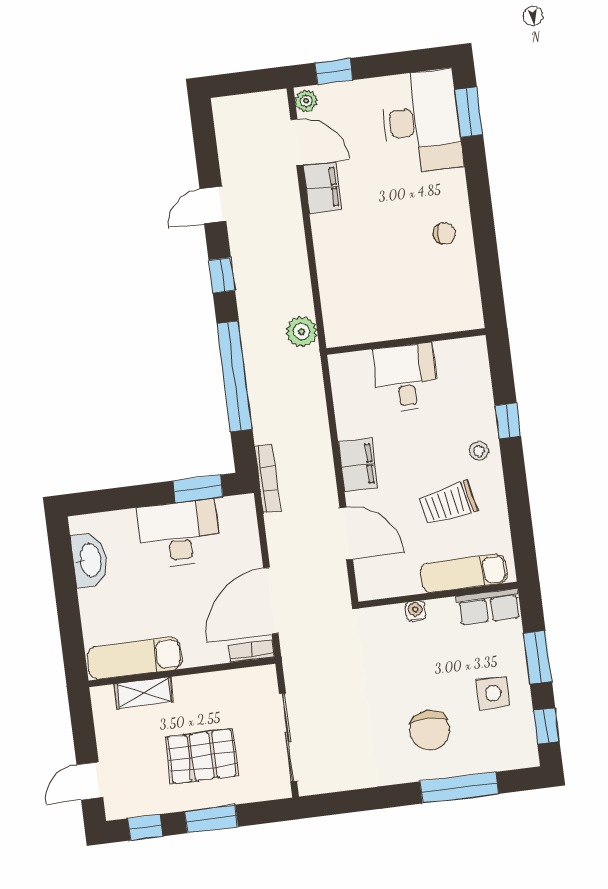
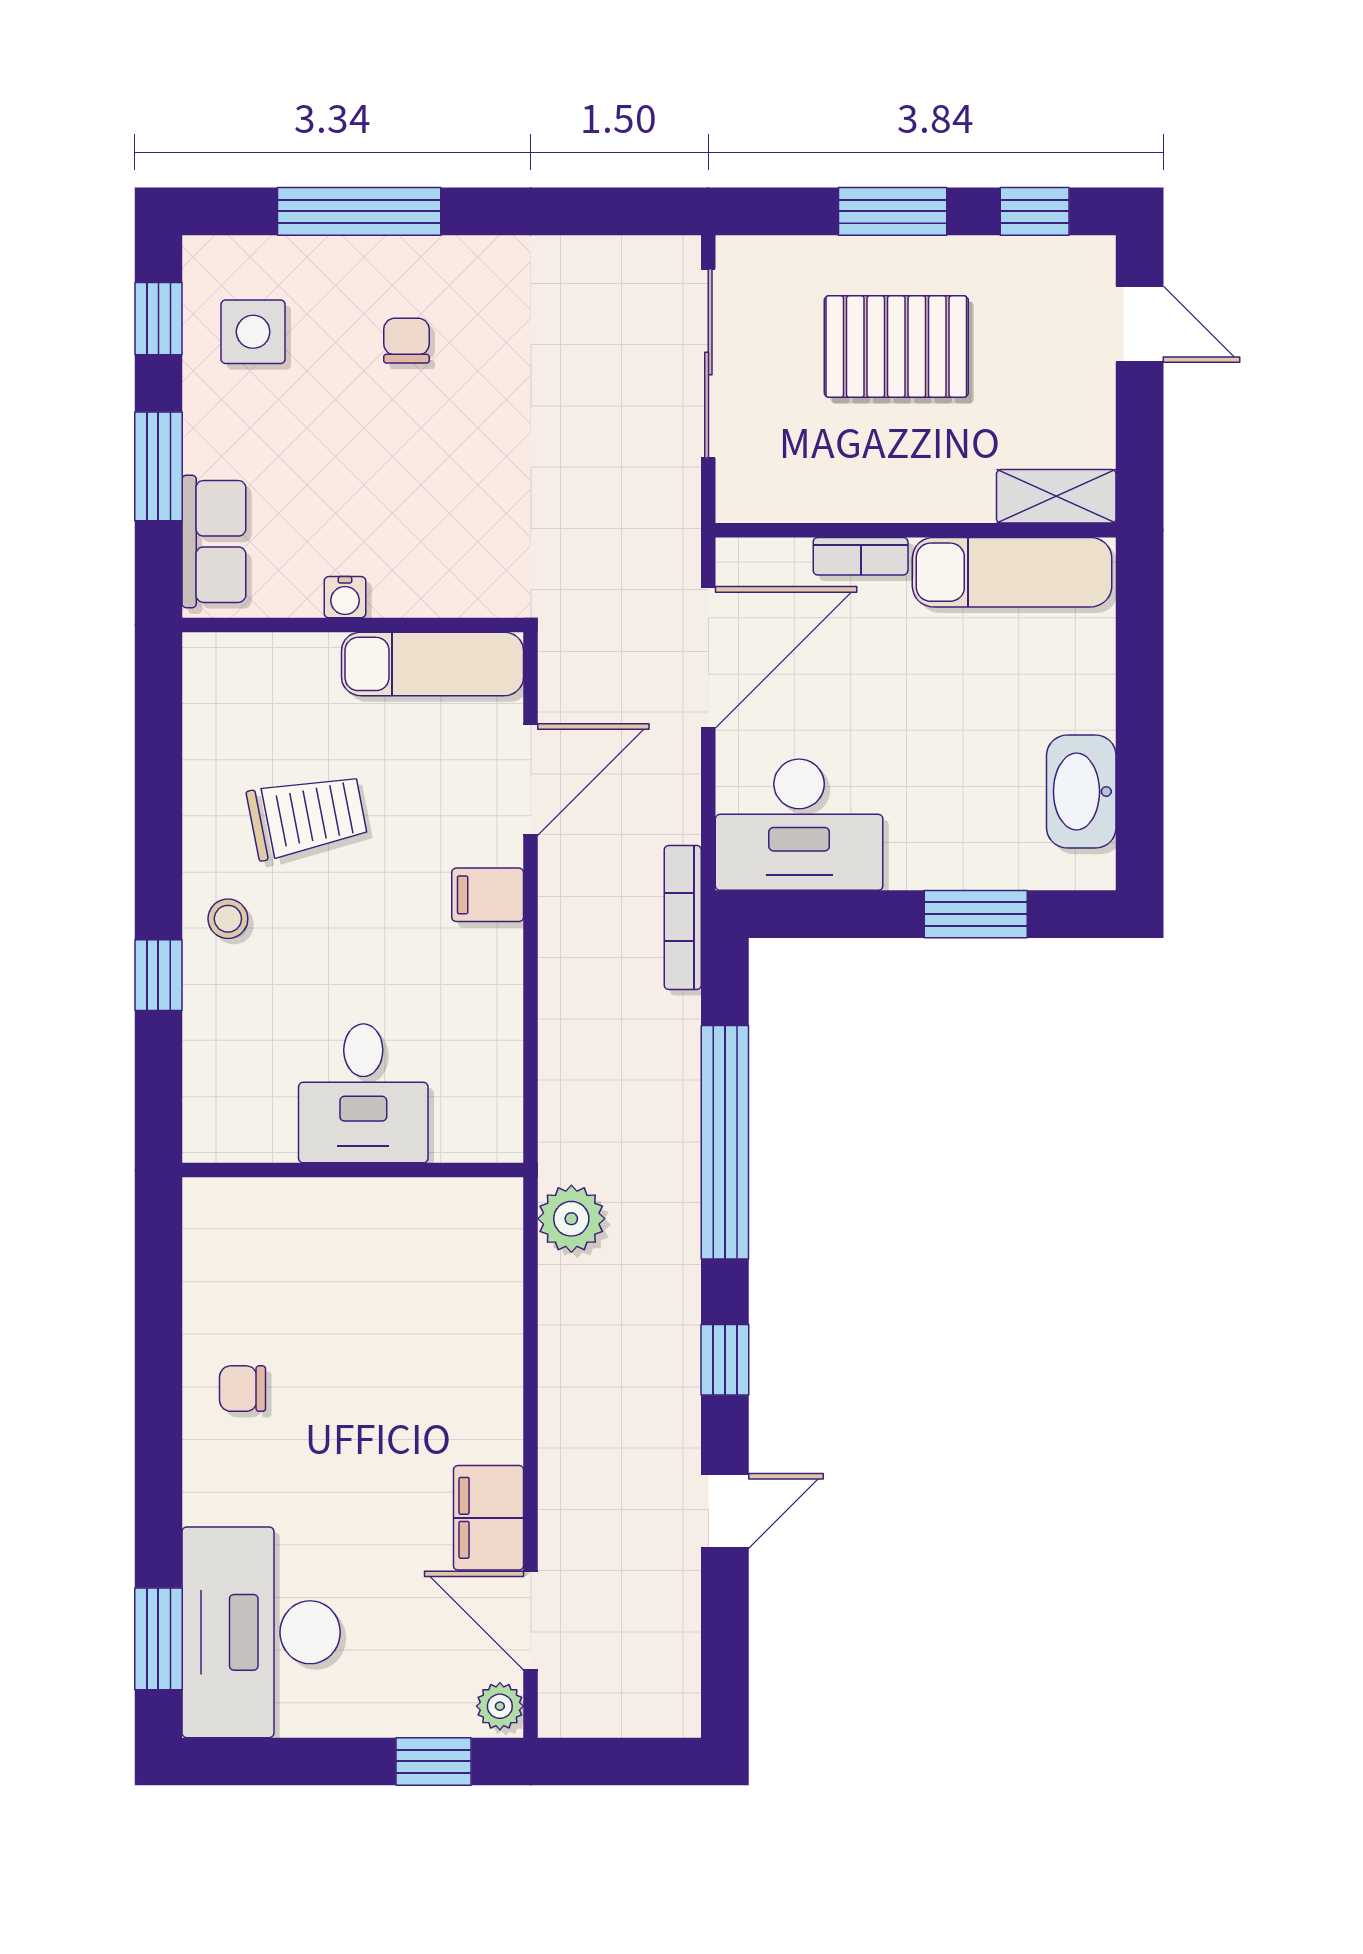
filing cabinet: (358, 465) -> (488, 895), width x0.50
window: (198, 489) -> (976, 914), moved
desk: (179, 533) -> (799, 825), moved
door: (346, 534) -> (531, 780), swing flipped
exam couch: (464, 573) -> (433, 664), moved
row of seats: (489, 607) -> (214, 541), moved, turned 90
water cooler: (415, 611) -> (345, 597), moved
bookcase: (251, 651) -> (861, 556), moved
shelving: (144, 693) -> (1056, 496), moved
side table: (493, 693) -> (253, 332), moved
chair: (430, 730) -> (406, 341), width x0.54, depth x0.54
door: (90, 781) -> (1140, 324), hinge flipped

